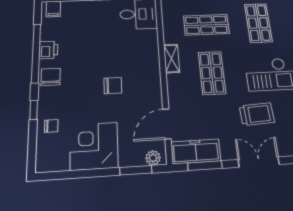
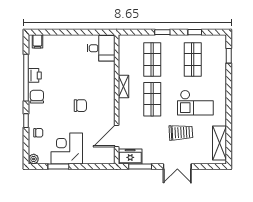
shop shelf: (206, 25) -> (152, 60), turned 90
freezer: (196, 151) -> (130, 156), width x0.71
plant: (153, 158) -> (34, 159), moved
double door: (259, 162) -> (177, 166), swing flipped
window: (136, 170) -> (58, 166), moved

